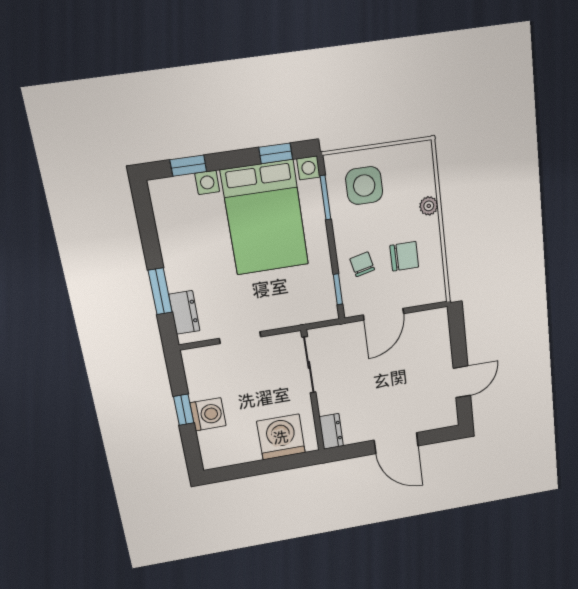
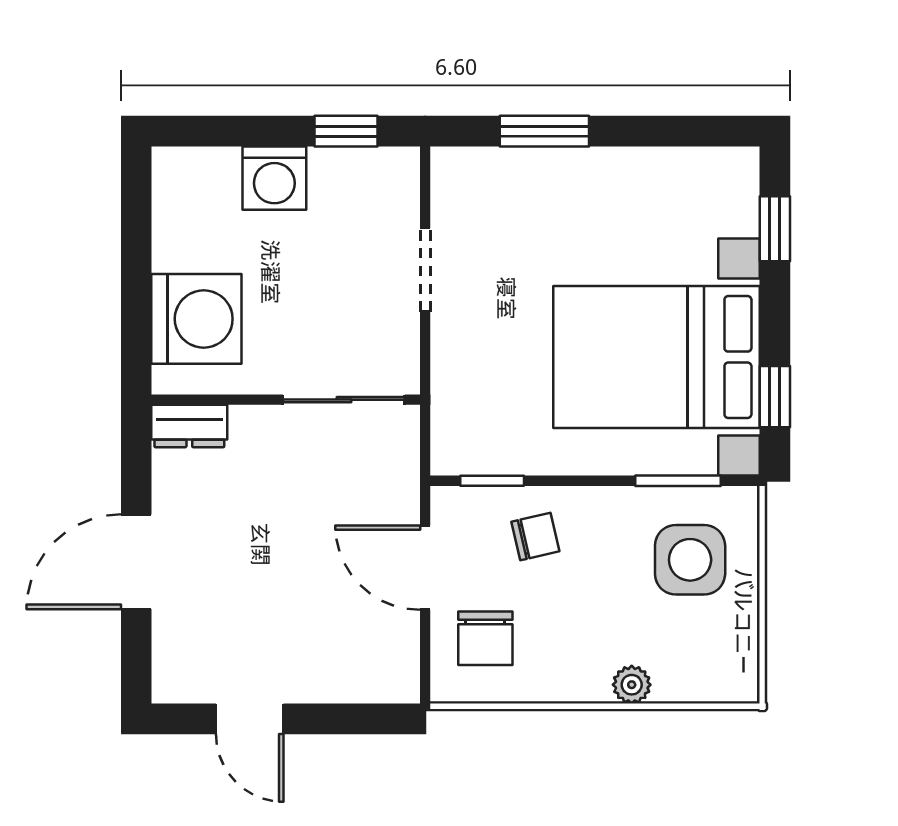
chair: (404, 256) -> (485, 638), moved
dresser: (184, 312) -> (495, 170), removed
window: (184, 410) -> (346, 131), moved

